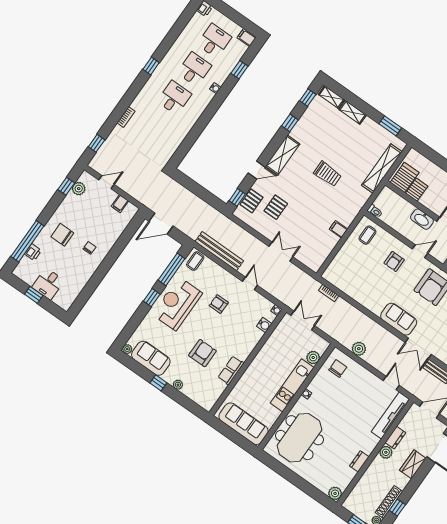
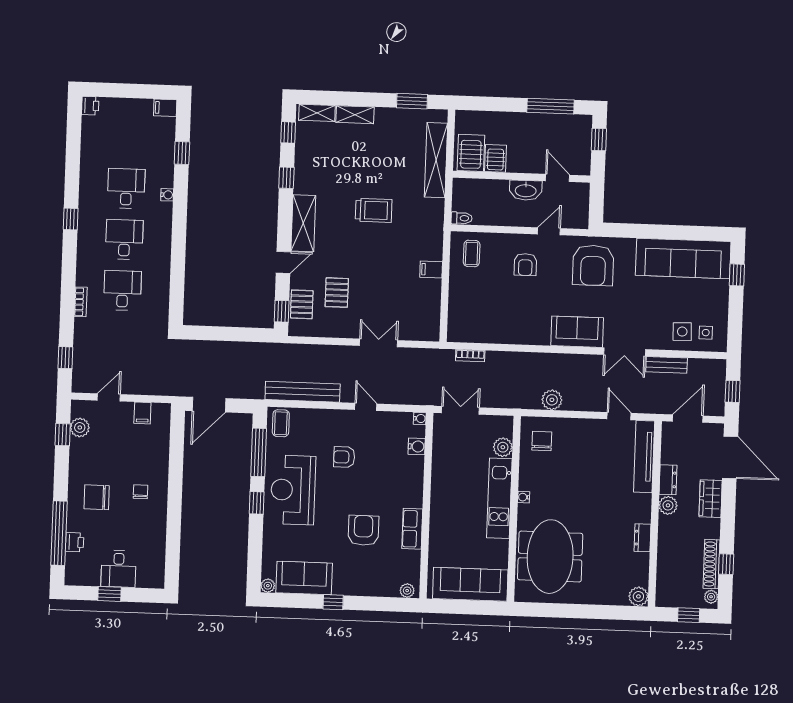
desk: (214, 41) -> (122, 290), moved
plant: (178, 385) -> (407, 591), moved

